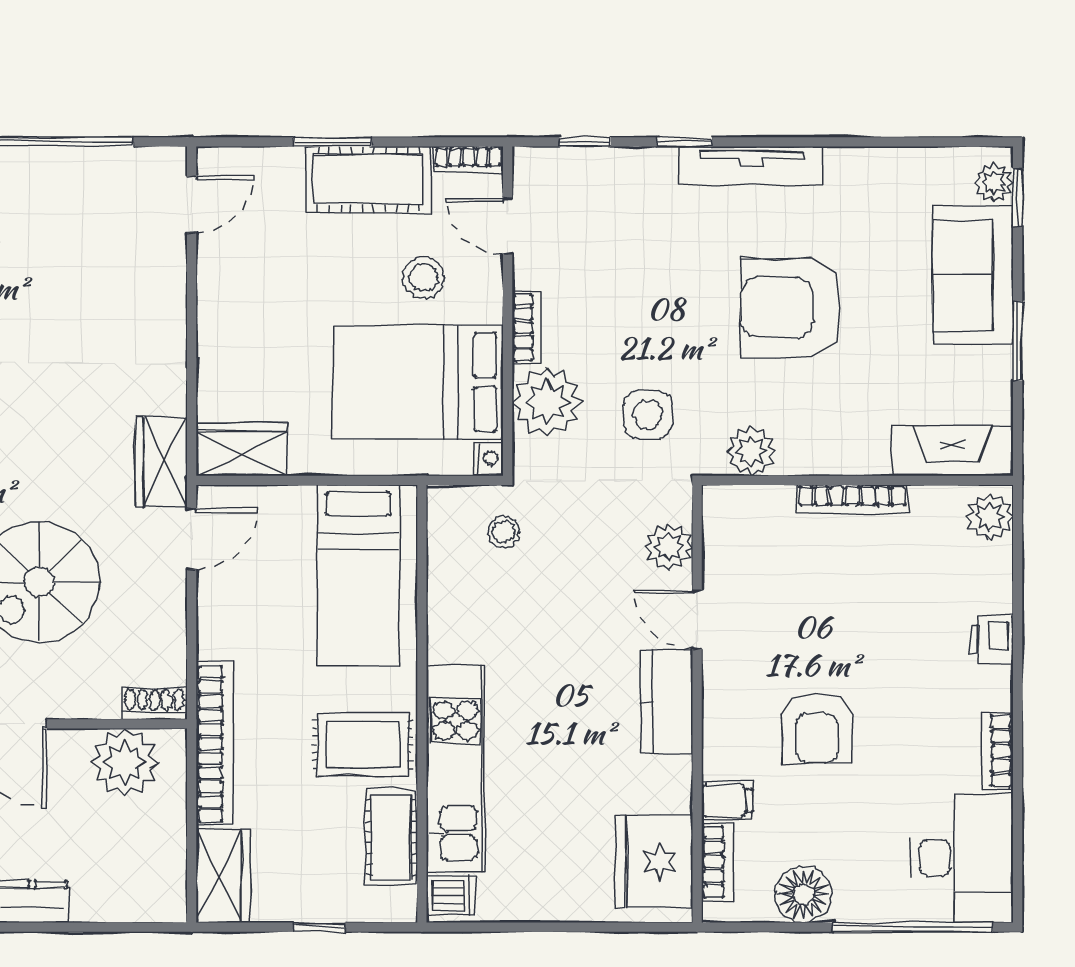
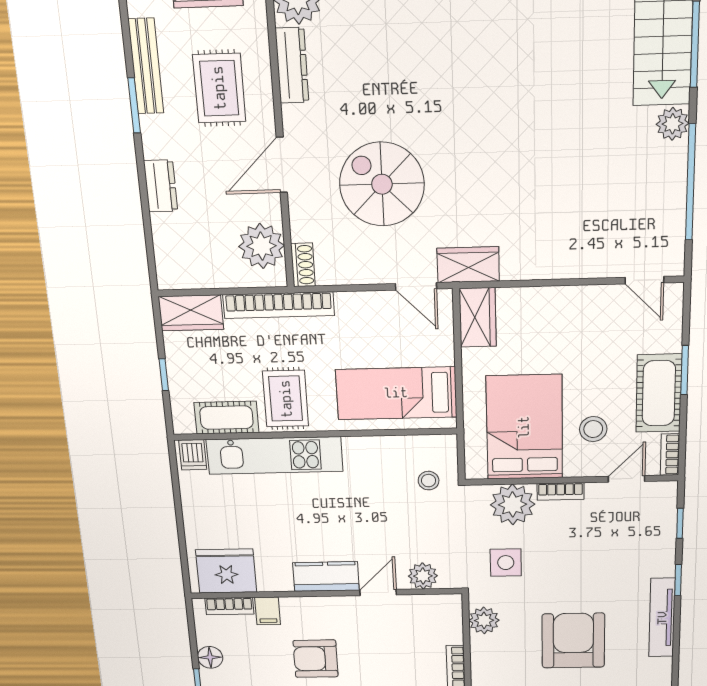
nightstand: (489, 458) -> (476, 471), removed
floor lamp: (804, 894) -> (210, 657), width x0.73, depth x0.73

